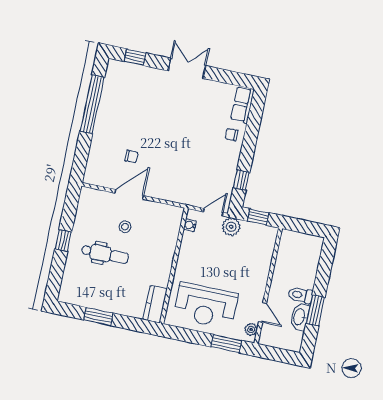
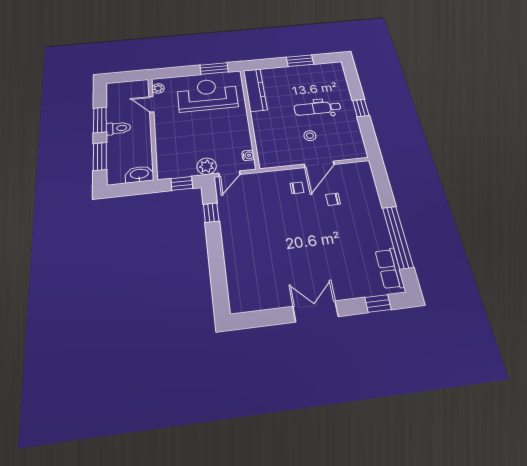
double door: (187, 68) -> (316, 311), swing flipped
row of seats: (242, 105) -> (390, 269), moved, turned 180
chair: (232, 135) -> (297, 188), moved
window: (324, 270) -> (100, 156), added
kitchen counter: (155, 304) -> (255, 90), width x1.50
washbasin: (300, 317) -> (139, 174), moved, turned -90
window: (226, 344) -> (214, 69), moved

